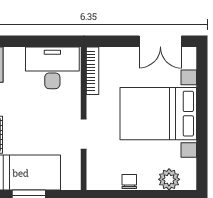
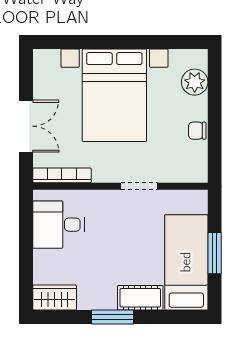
double door: (160, 41) -> (26, 126), moved
desk: (52, 68) -> (58, 225), width x0.73

